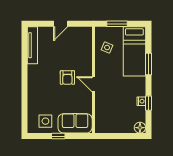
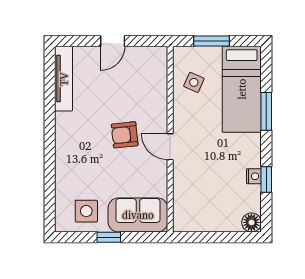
armchair: (67, 77) -> (125, 135), turned 84

